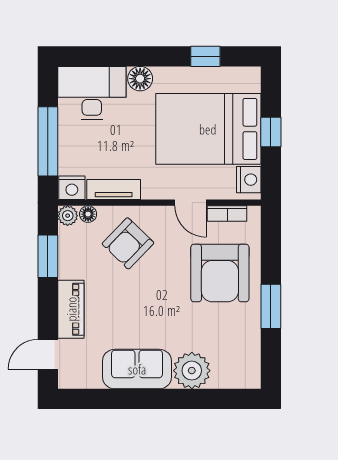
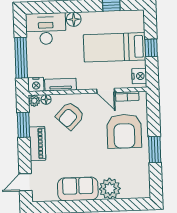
bed: (208, 129) -> (115, 47), width x0.67
piano: (71, 309) -> (38, 144), moved

